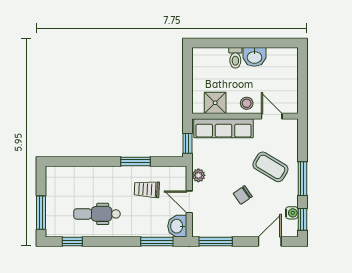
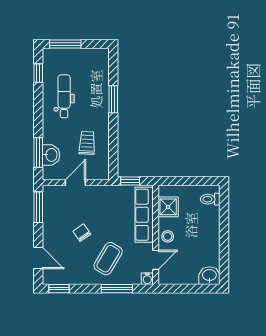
washbasin: (254, 57) -> (209, 276), moved, turned 90
toilet: (235, 58) -> (210, 199), moved
window: (136, 161) -> (113, 99), moved
plant: (198, 175) -> (100, 191), removed
window: (302, 179) -> (117, 289), moved
water cooler: (292, 213) -> (147, 279), moved
washbasin: (177, 226) -> (51, 155), moved, turned 90

